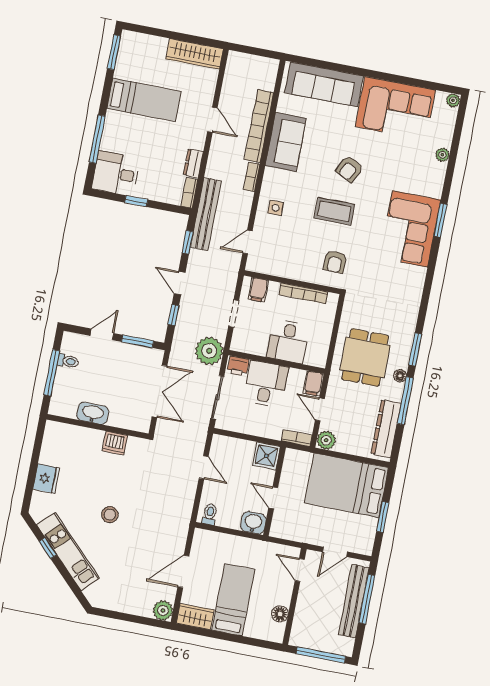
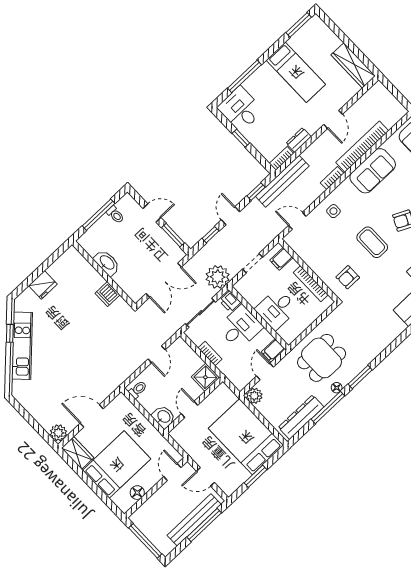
bookcase: (297, 438) -> (210, 354), moved
stool: (110, 515) -> (69, 341), removed
bed: (233, 600) -> (117, 465), width x1.50

